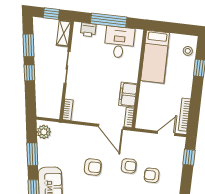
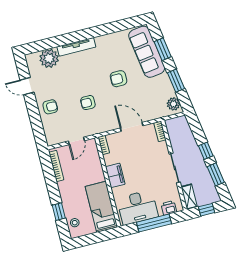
desk: (119, 42) -> (138, 207), width x1.37
filing cabinet: (128, 95) -> (115, 175), moved
door: (111, 127) -> (132, 127), moved
door: (166, 133) -> (76, 141), moved
window: (189, 157) -> (38, 130), removed
armchair: (93, 167) -> (119, 79), moved
armchair: (152, 175) -> (50, 107), moved

